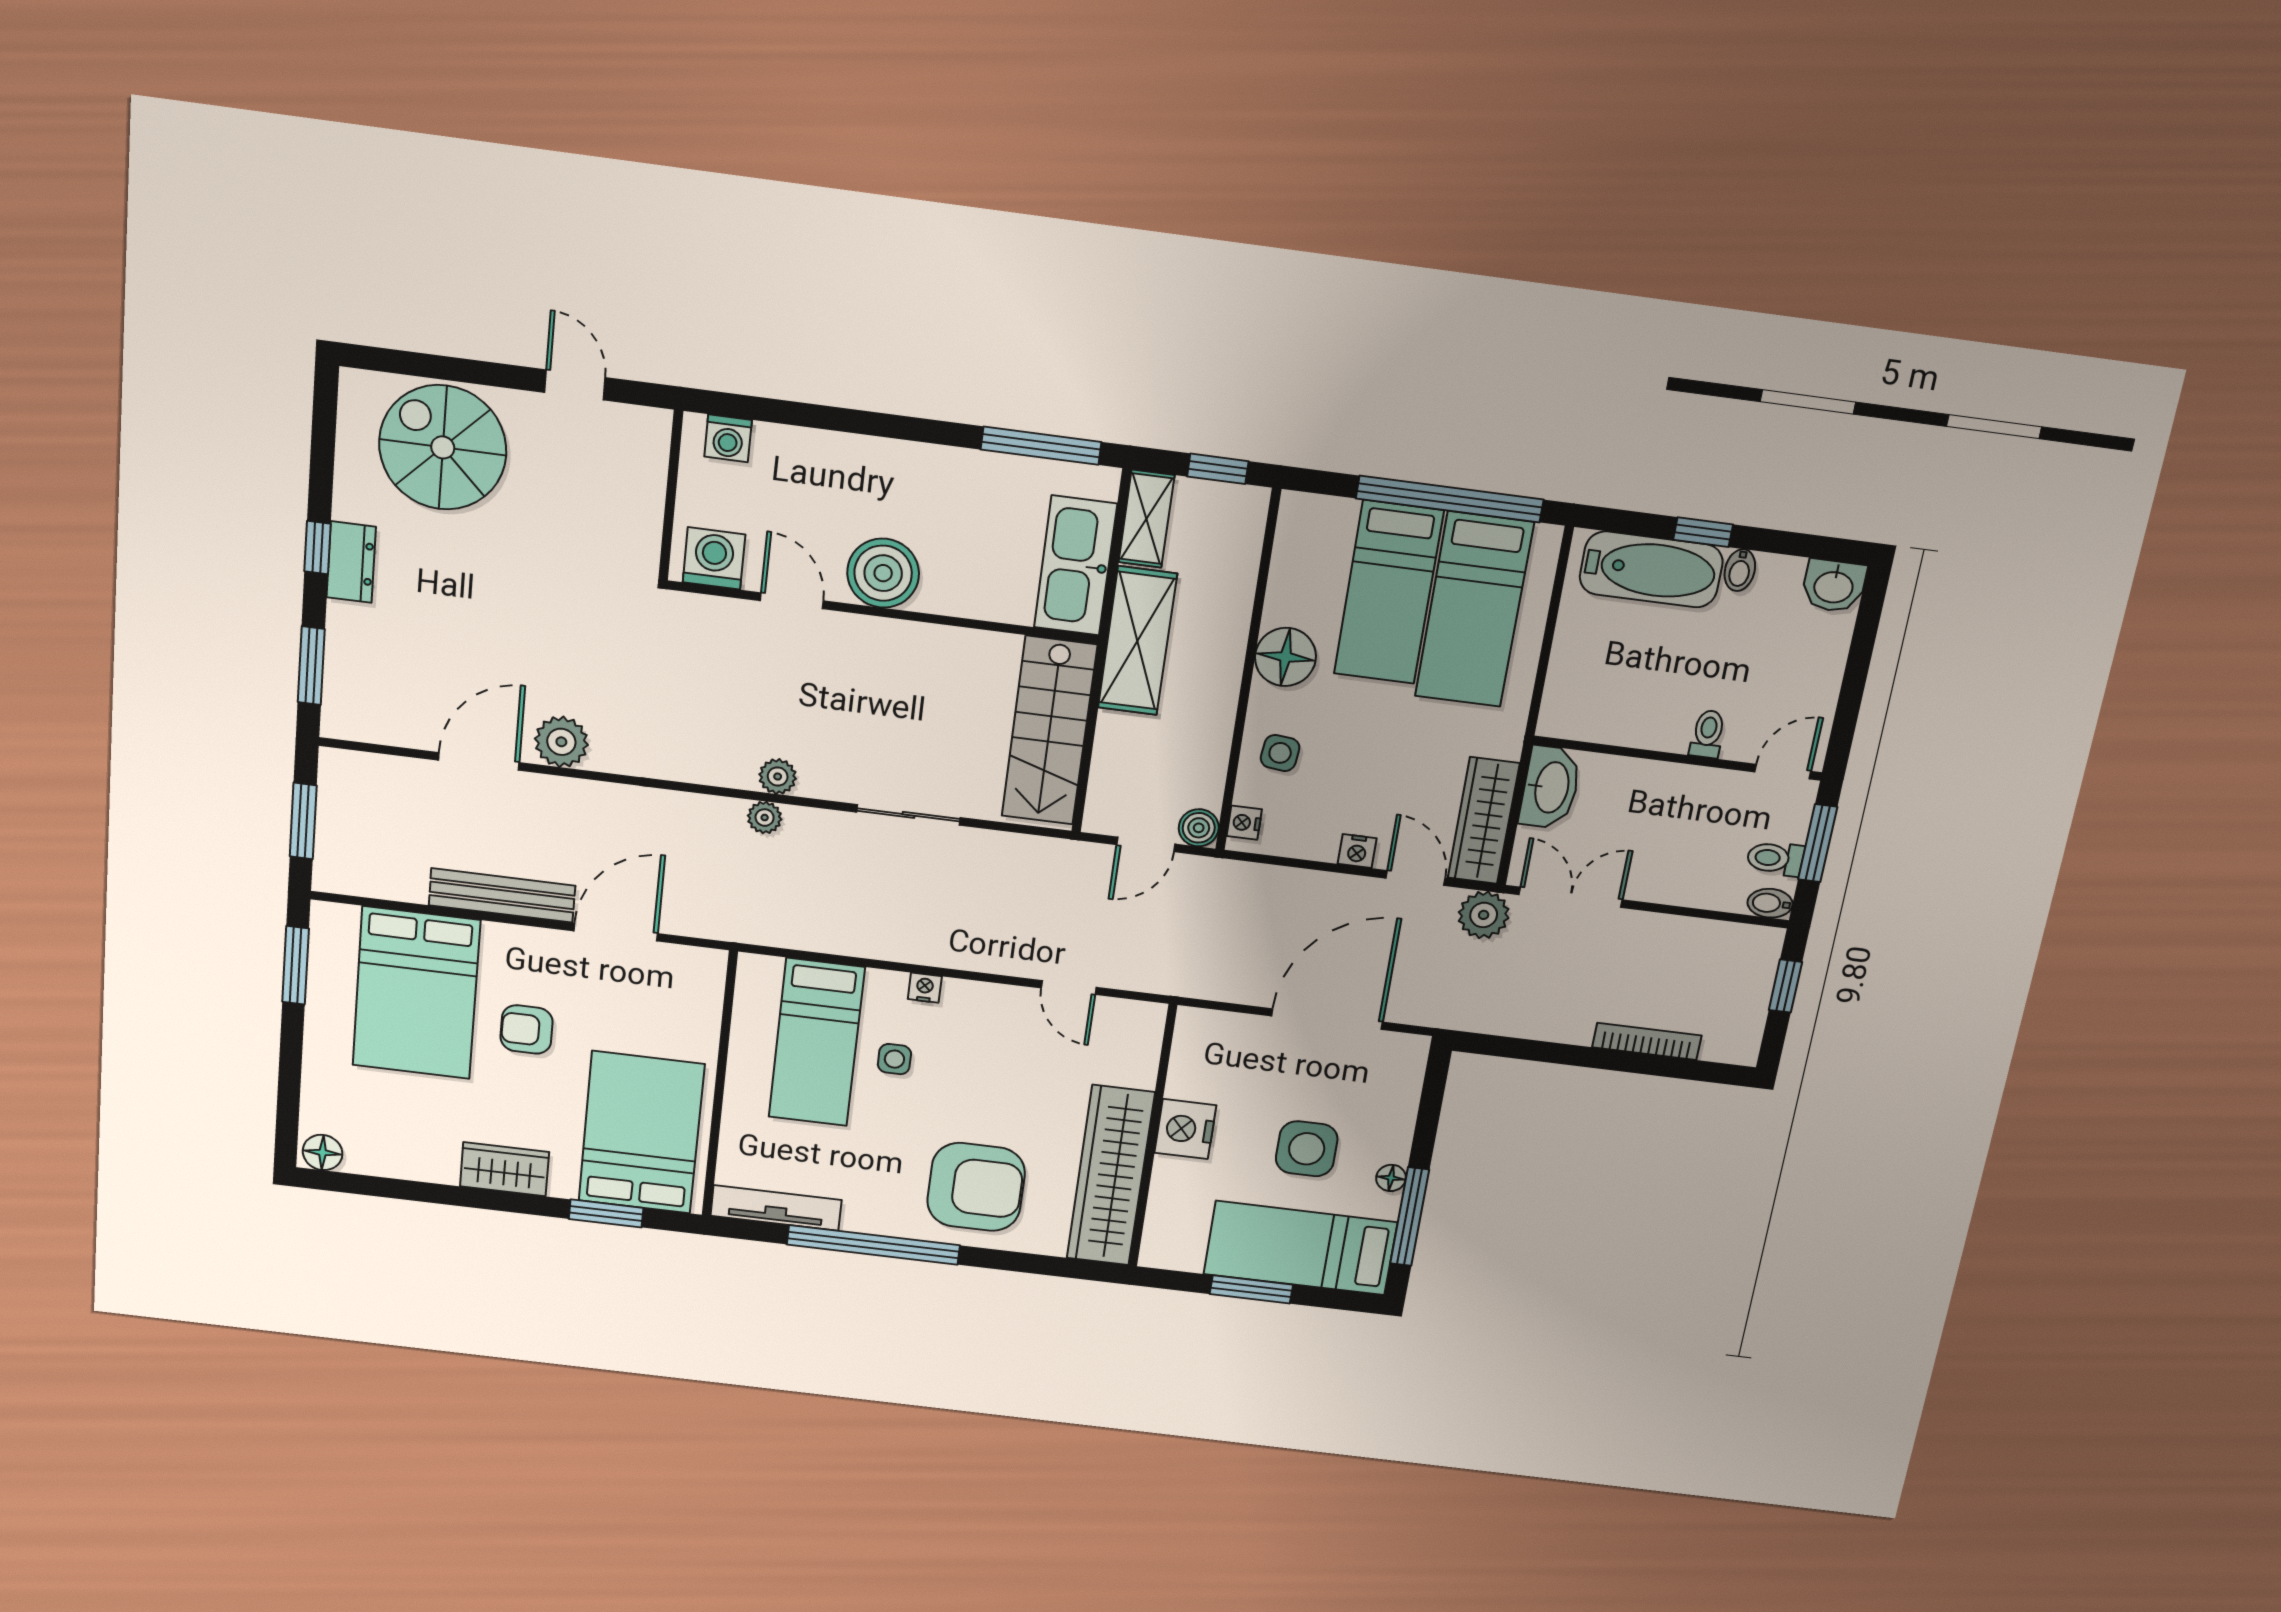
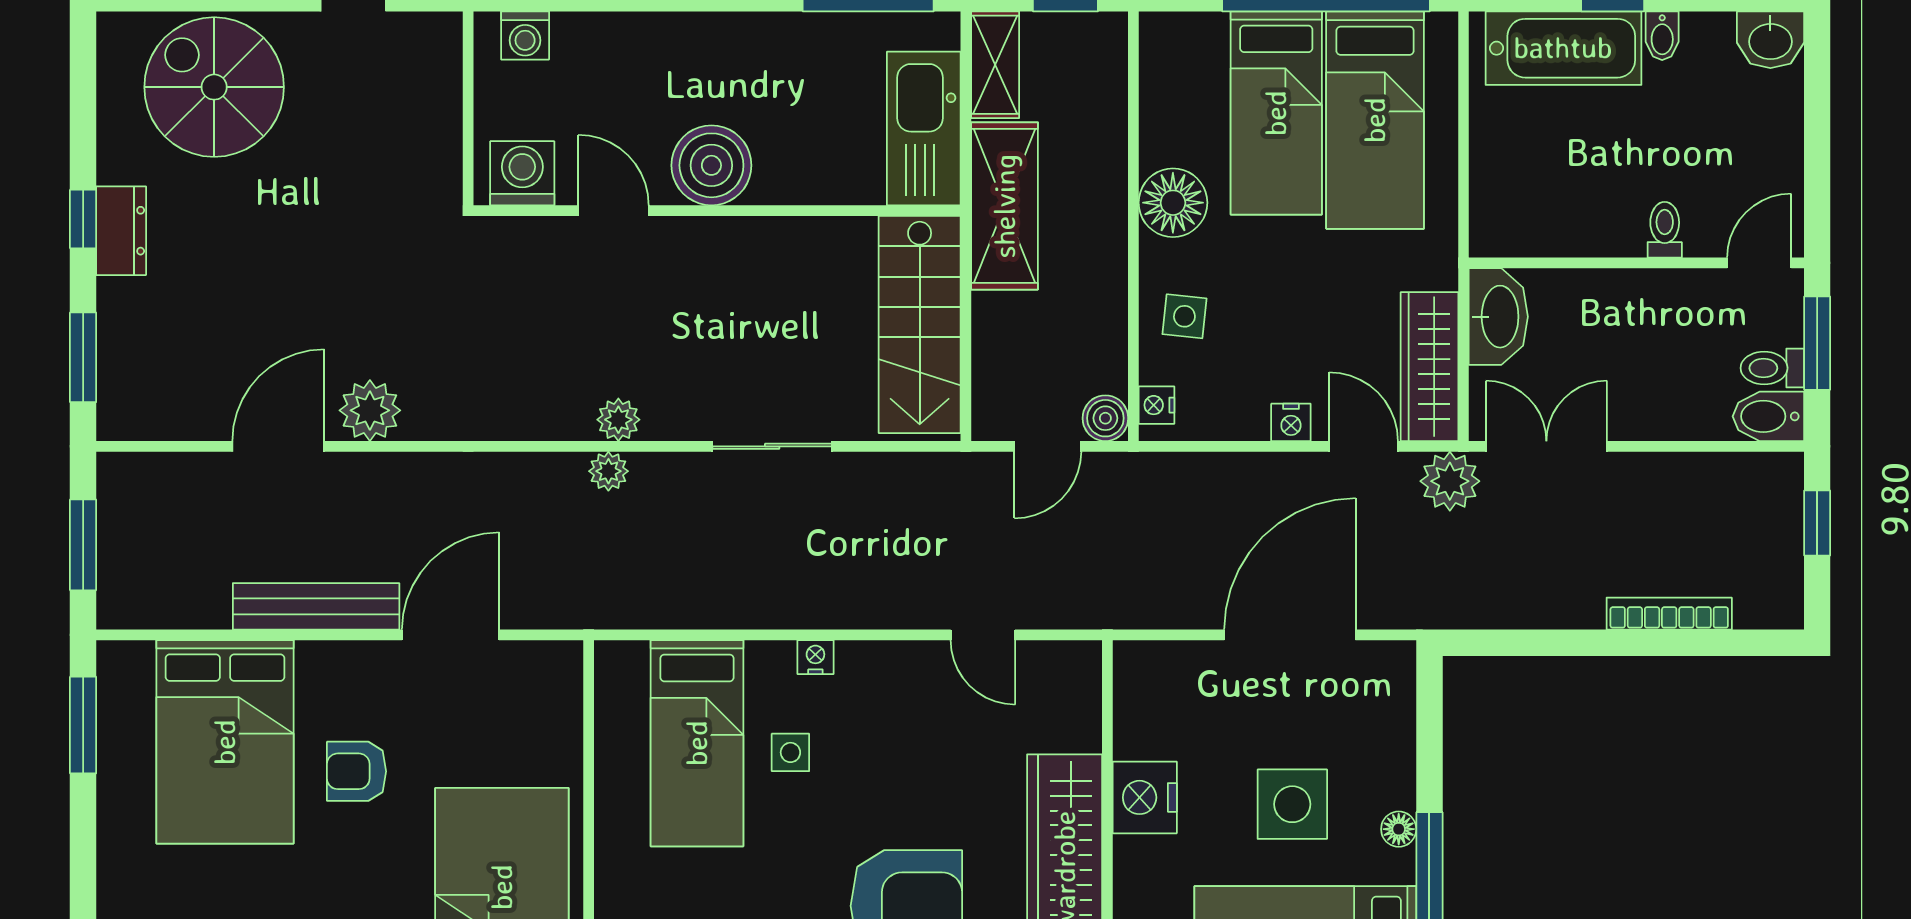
bidet: (1770, 903) -> (1768, 416), width x1.38, depth x1.36

